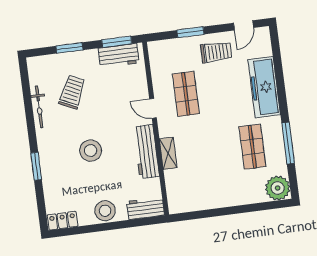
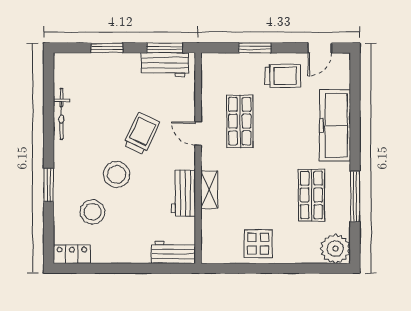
trolley: (72, 92) -> (141, 134), moved
workbench: (146, 152) -> (183, 193), width x0.73
display table: (214, 192) -> (258, 244), added
stool: (105, 211) -> (92, 212), moved

